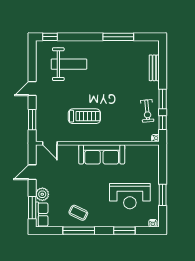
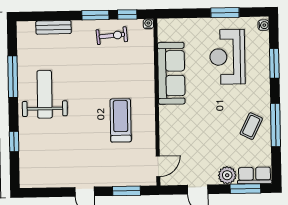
window: (50, 37) -> (14, 142), moved
weight bench: (69, 64) -> (45, 94), moved
sofa: (102, 154) -> (171, 73), moved
reception desk: (130, 196) -> (227, 57), turned 180

